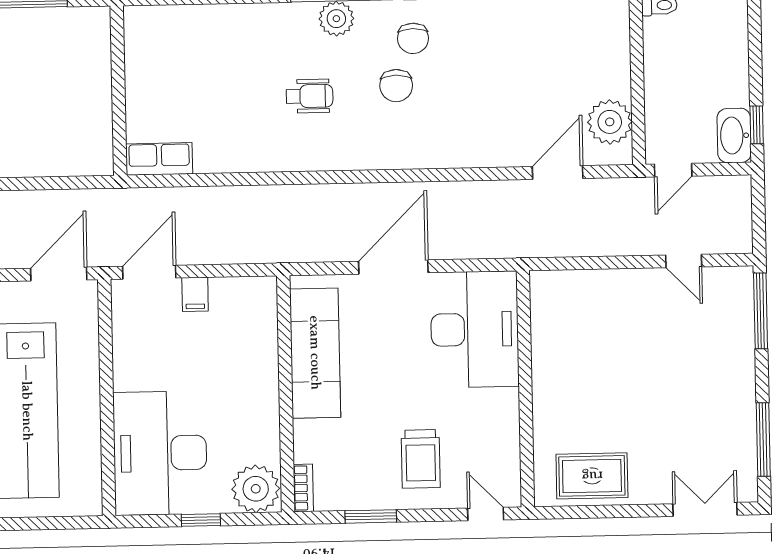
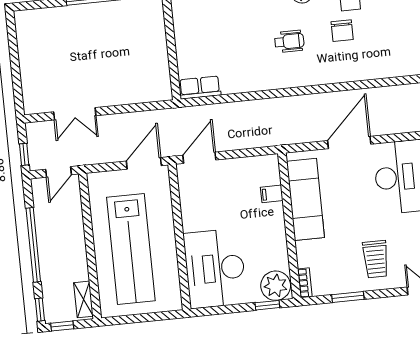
filing cabinet: (195, 294) -> (272, 194), moved, turned 90
window: (201, 520) -> (267, 305), moved

